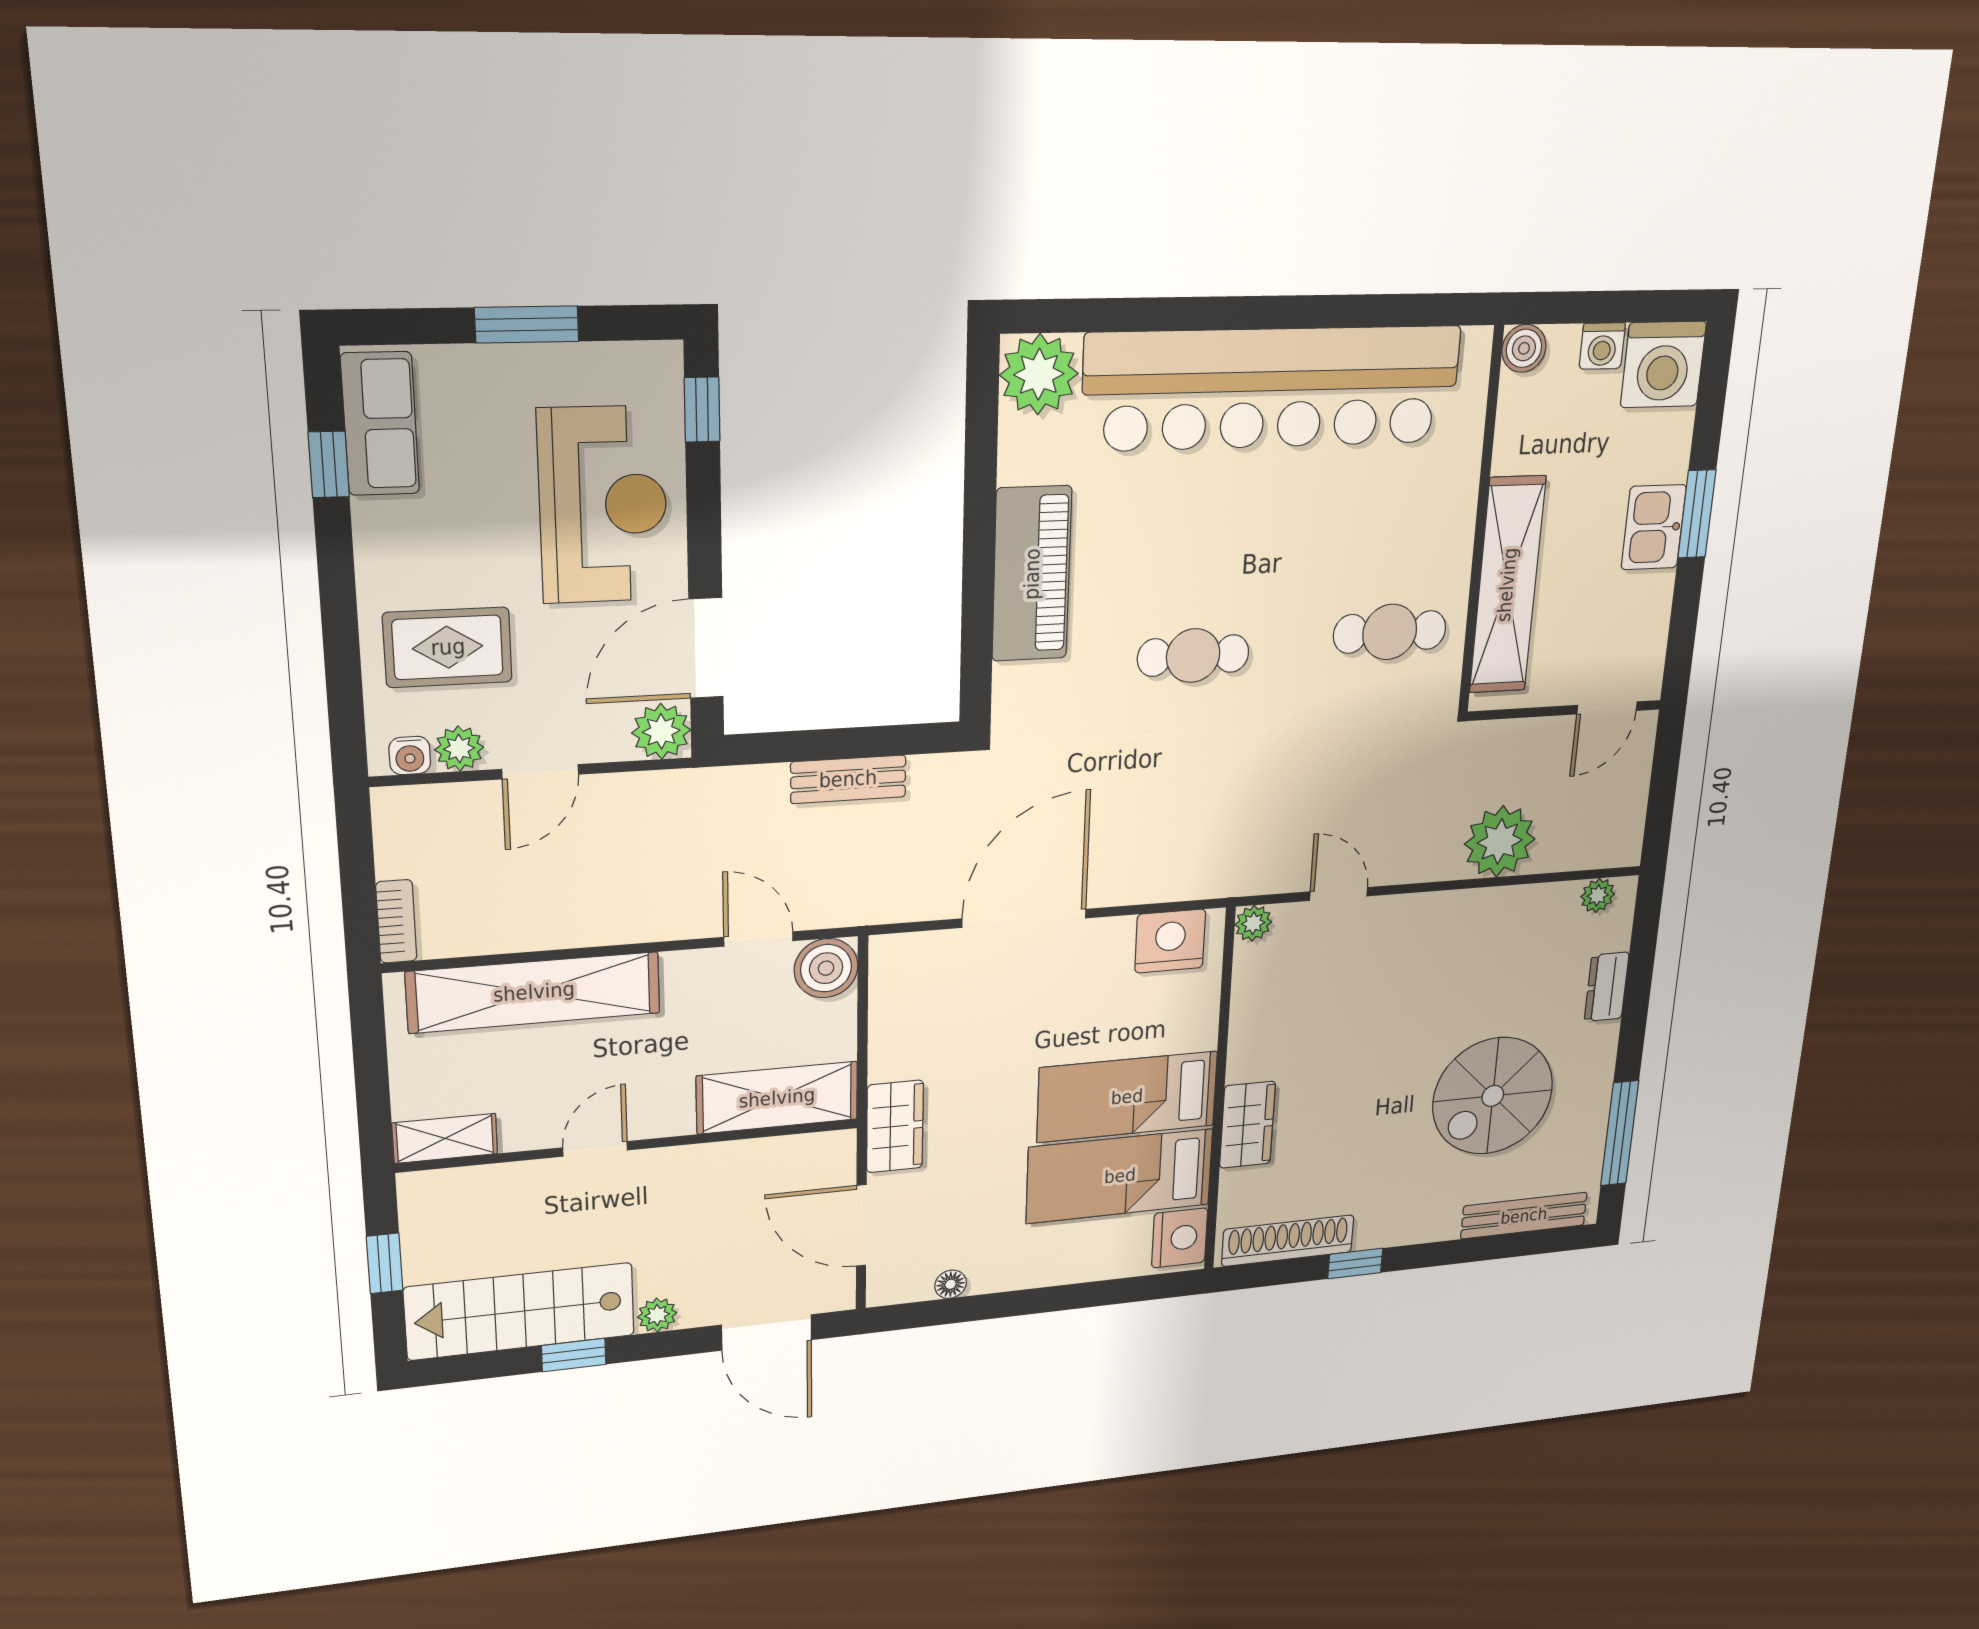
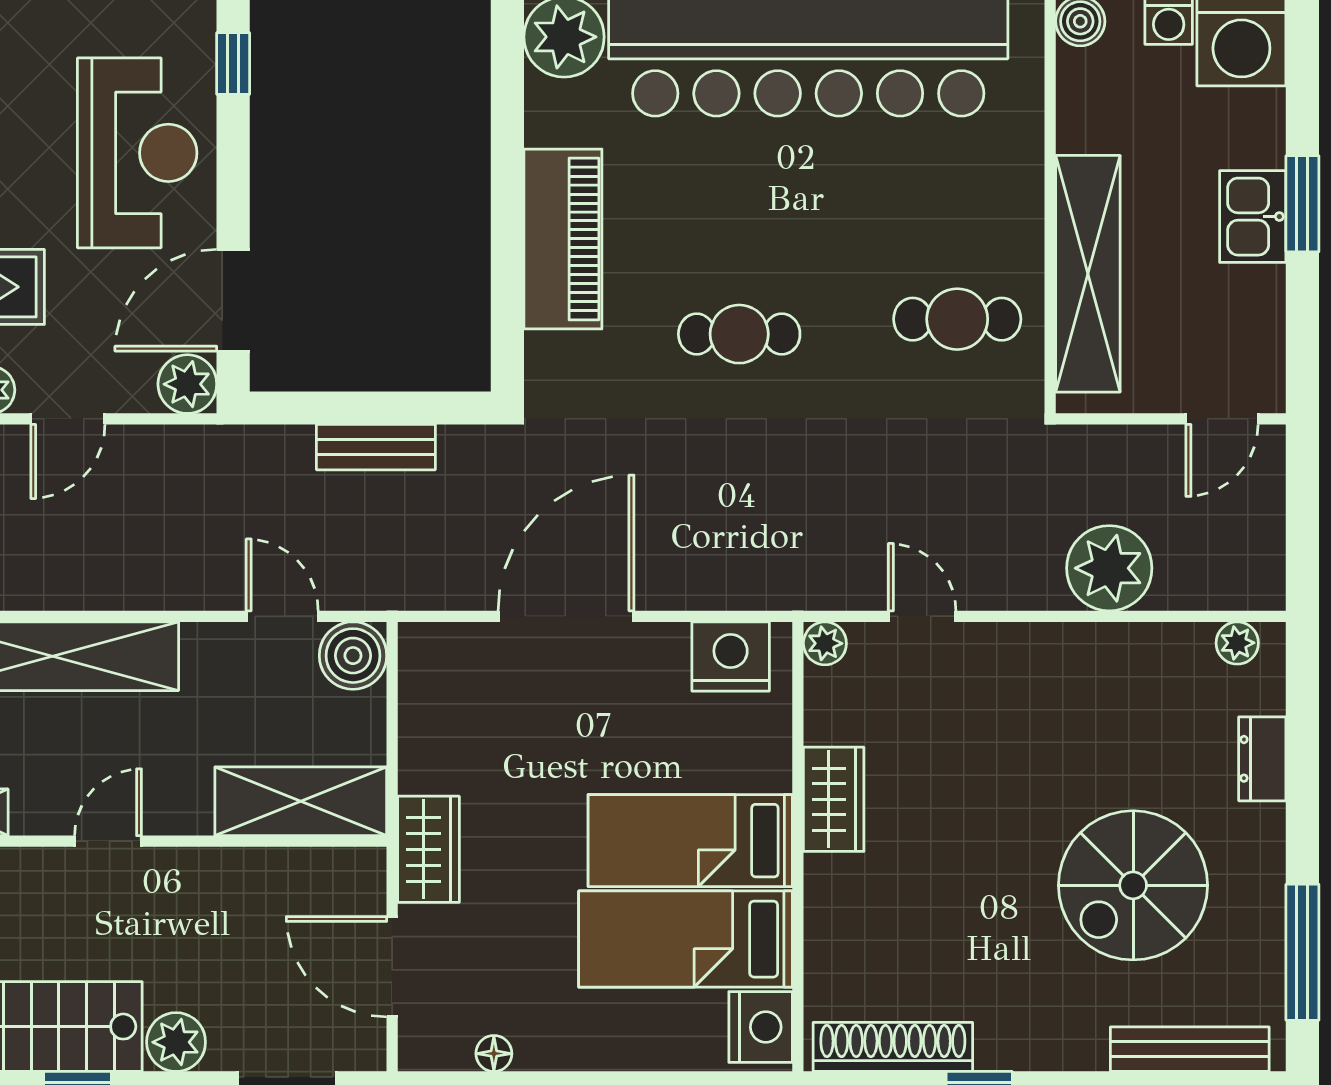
wardrobe: (1247, 1125) -> (834, 799), moved
plant: (657, 1315) -> (176, 1042), width x1.38, depth x1.38

